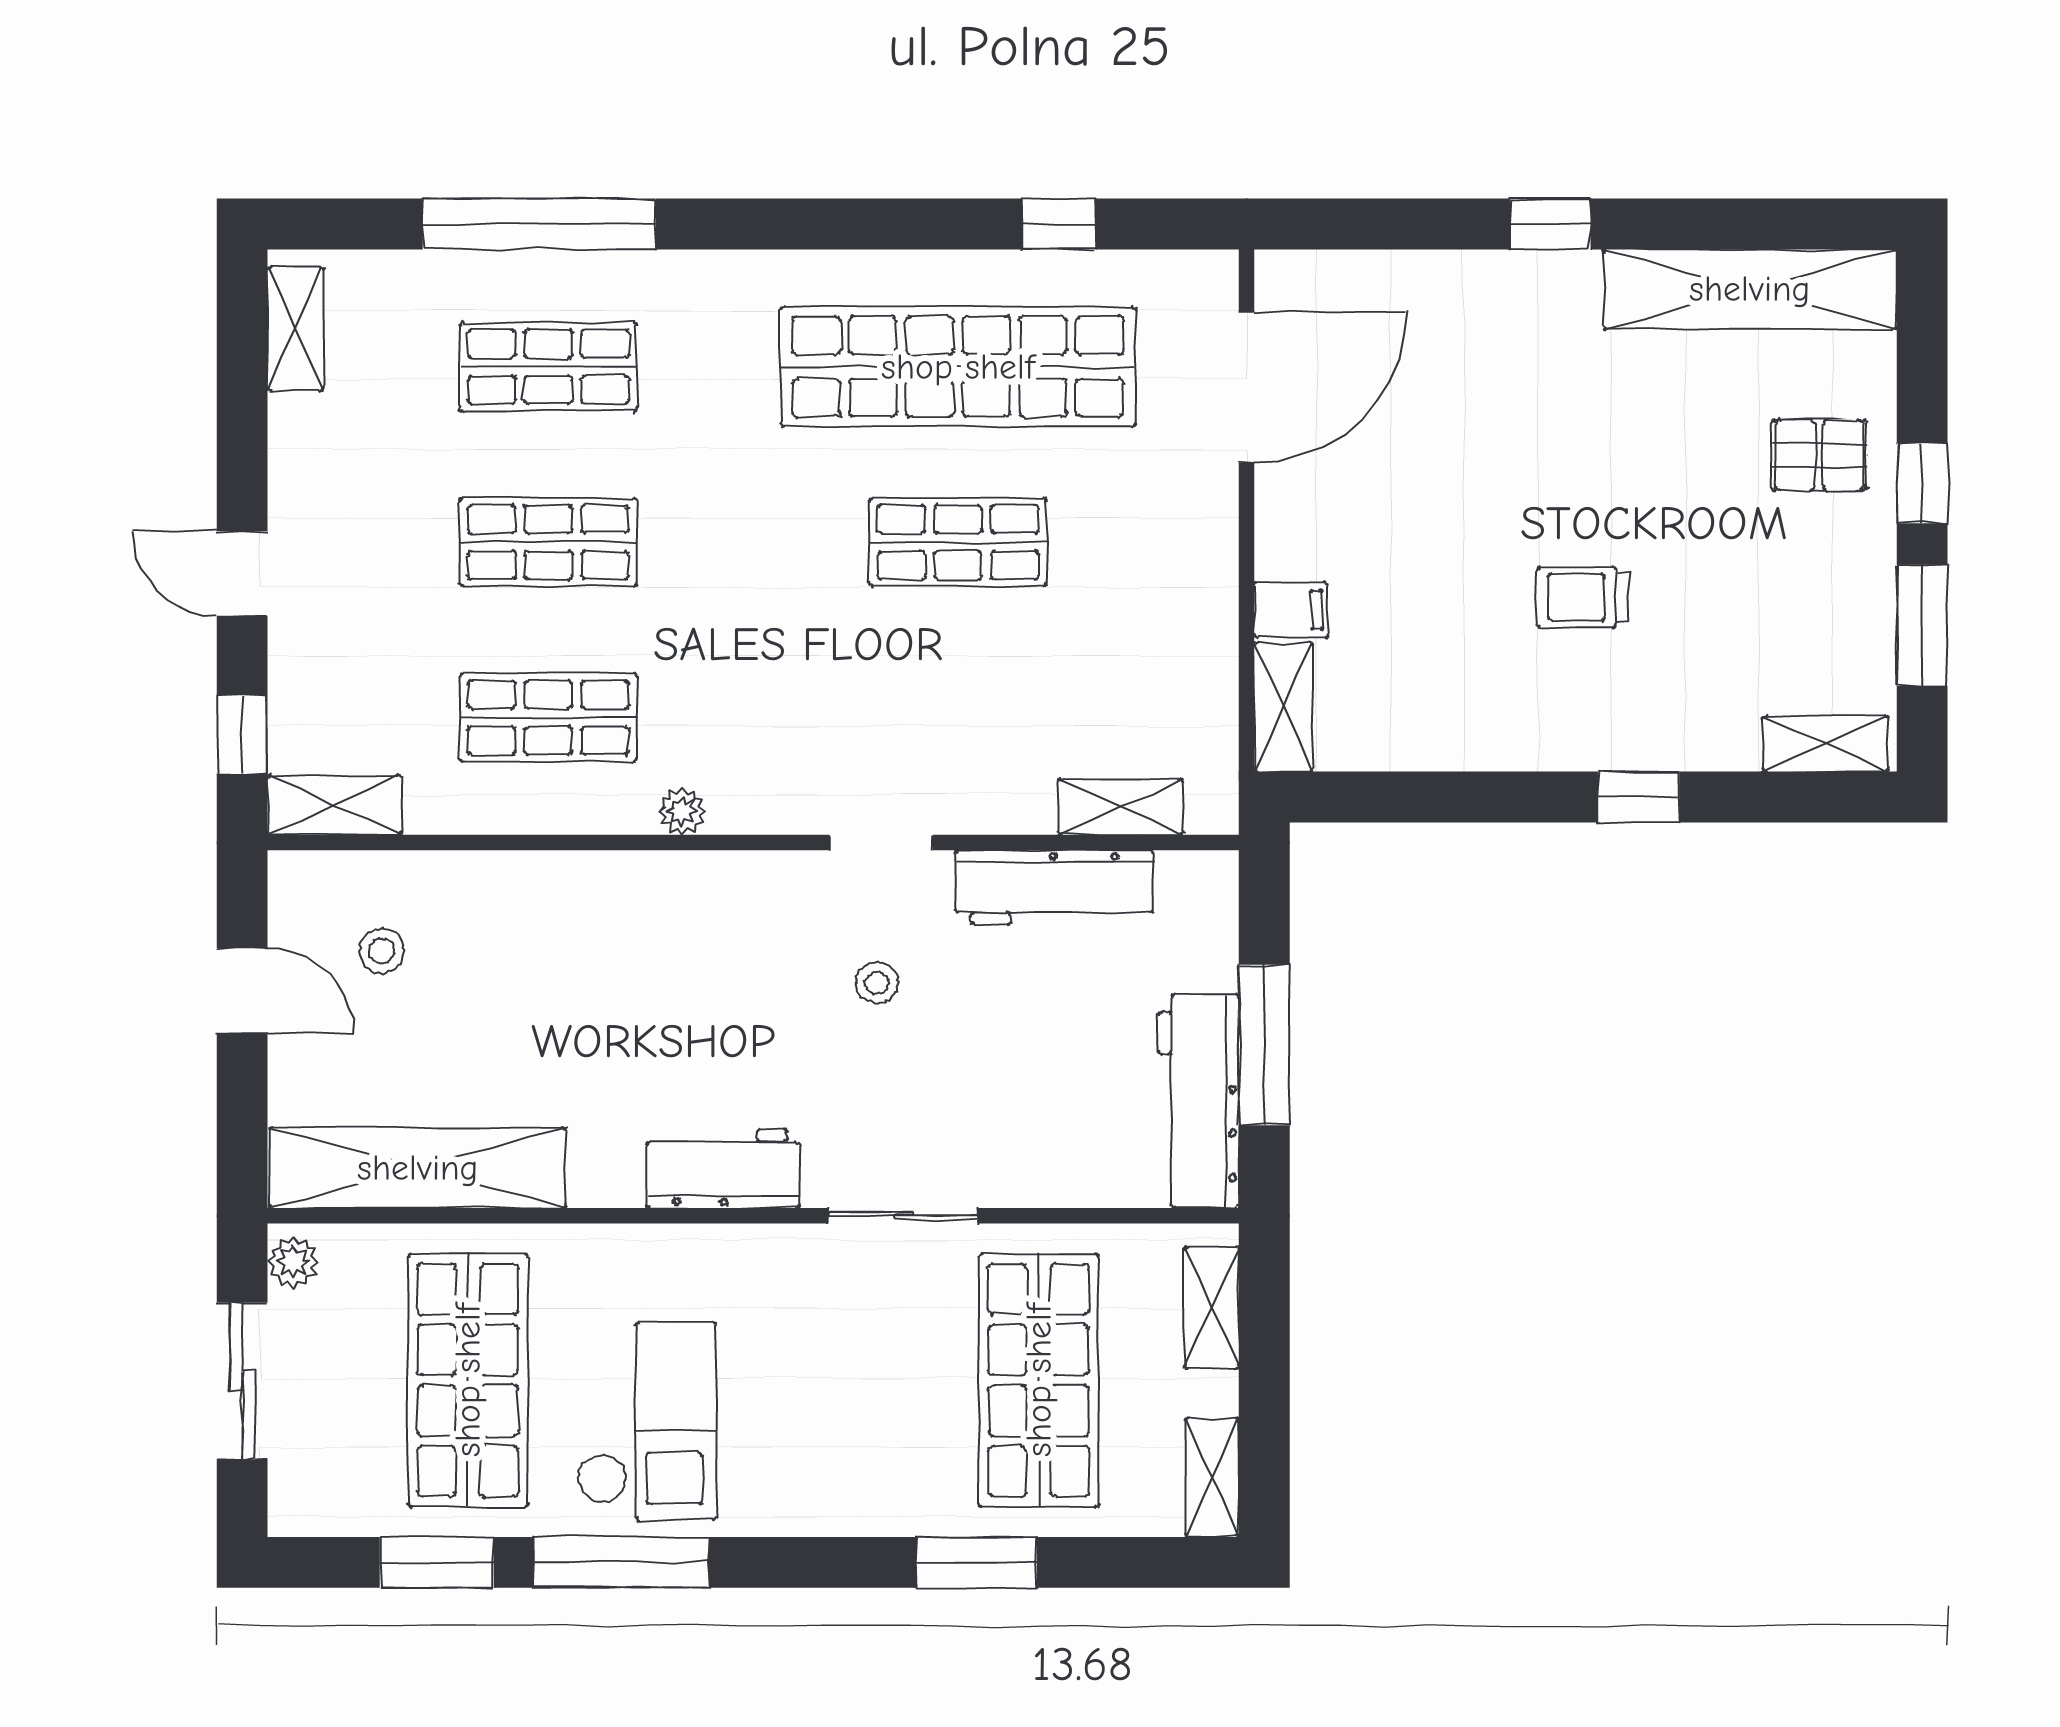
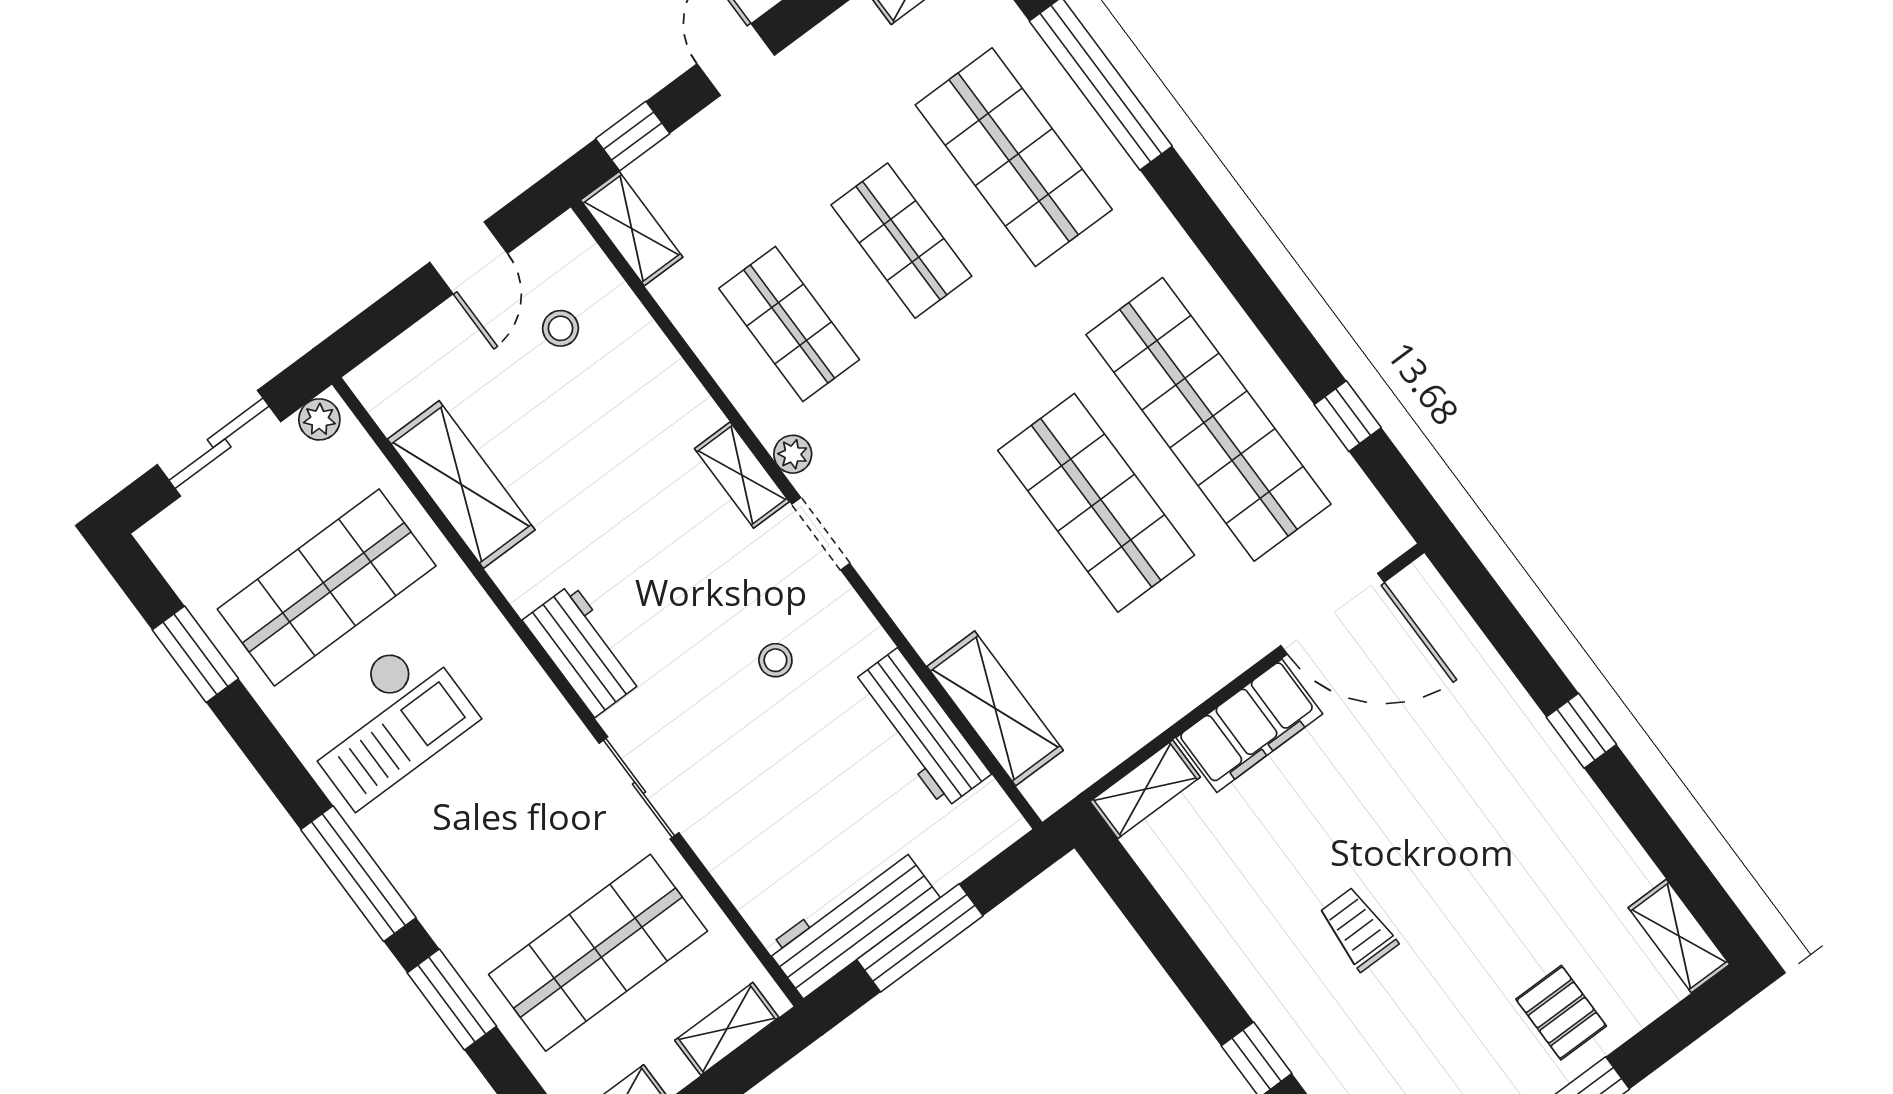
shelving: (1750, 289) -> (1679, 936), width x0.45, depth x0.75
shop shelf: (548, 367) -> (1014, 157), width x1.43, depth x1.36
shop shelf: (958, 542) -> (1096, 503), width x1.43, depth x1.36
filing cabinet: (1291, 610) -> (1249, 726), width x3.00, depth x1.17
shelving: (1121, 807) -> (995, 708), width x1.50, depth x1.33
doorway: (881, 843) -> (821, 534), moved
shelving: (665, 878) -> (742, 475), added
shelving: (418, 1168) -> (461, 484), width x0.68
window: (621, 1562) -> (358, 874), moved

